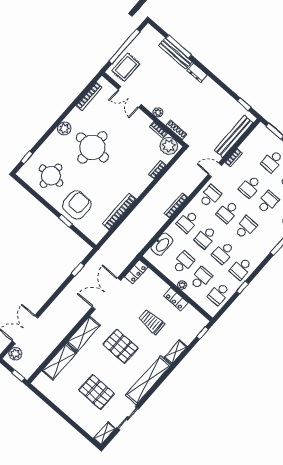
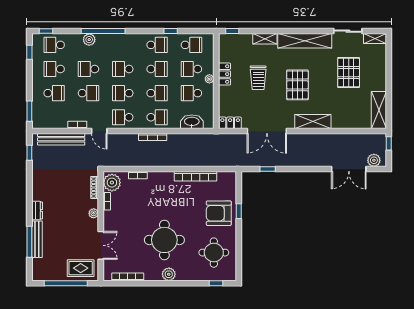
school desk: (228, 212) -> (123, 93), turned 180
shelving: (59, 362) -> (379, 110), moved, turned 90

